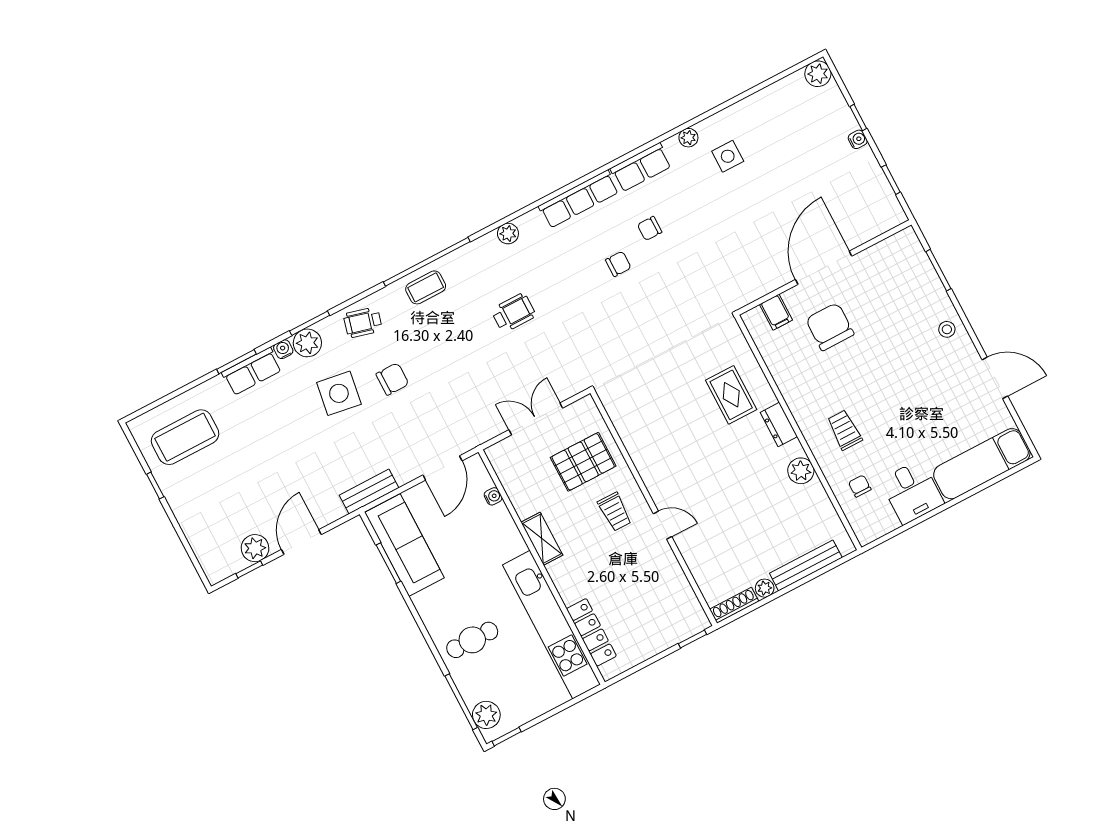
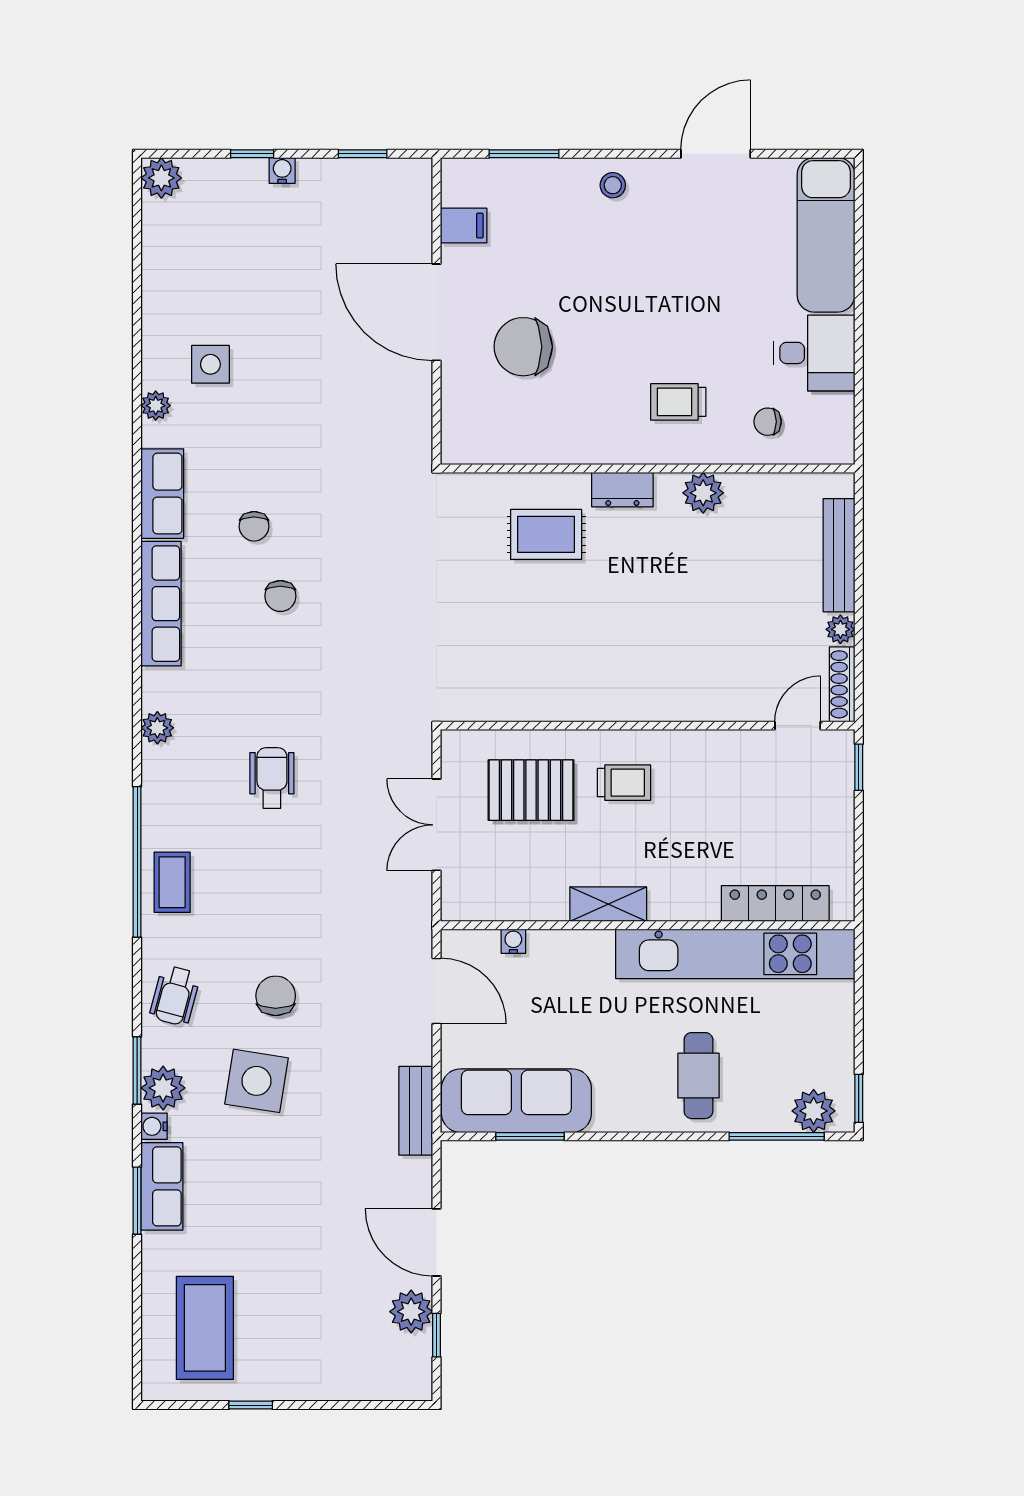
chair: (618, 264) -> (280, 596), turned 180
filing cabinet: (776, 312) -> (464, 226), moved
pallet: (583, 462) -> (531, 790), turned 90
door: (663, 525) -> (798, 726), moved

